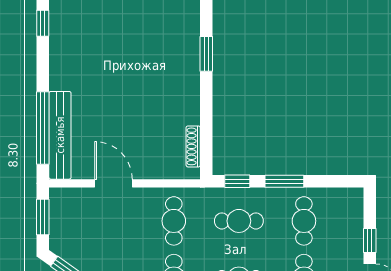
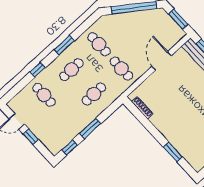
window: (237, 181) -> (70, 147), moved
door: (113, 183) -> (162, 61), swing flipped
cafe table: (304, 221) -> (66, 119), removed

